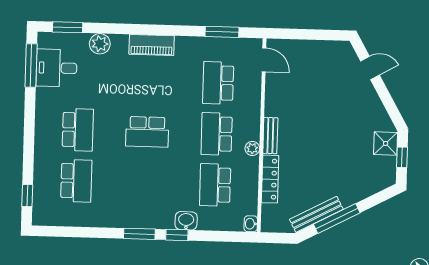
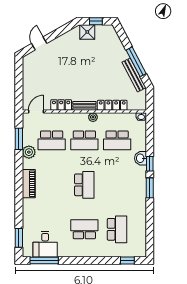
plant: (100, 44) -> (29, 152), moved
locker: (273, 99) -> (61, 105), added
school desk: (76, 181) -> (117, 229), turned 90

